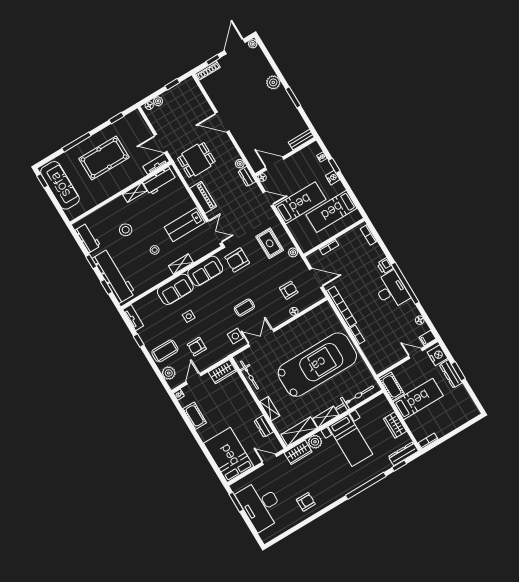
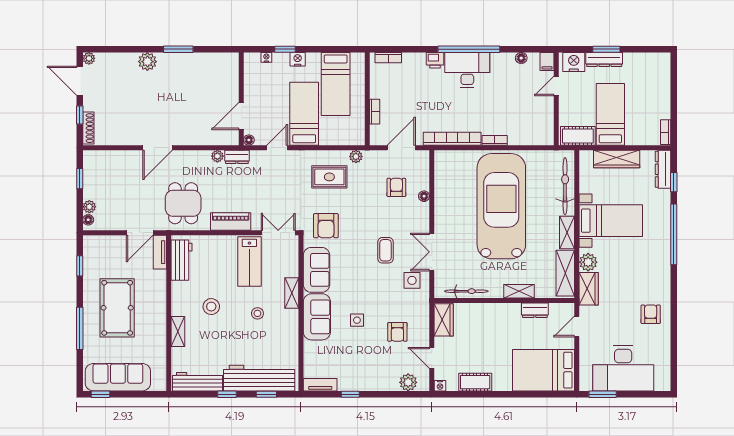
bench: (301, 140) -> (232, 69), removed
shelving: (135, 193) -> (178, 331), moved
stool: (126, 230) -> (211, 307), moved
workbench: (88, 238) -> (198, 382), width x1.37
coffee table: (165, 351) -> (380, 371), removed
wardrobe: (395, 425) -> (617, 159), width x1.50

